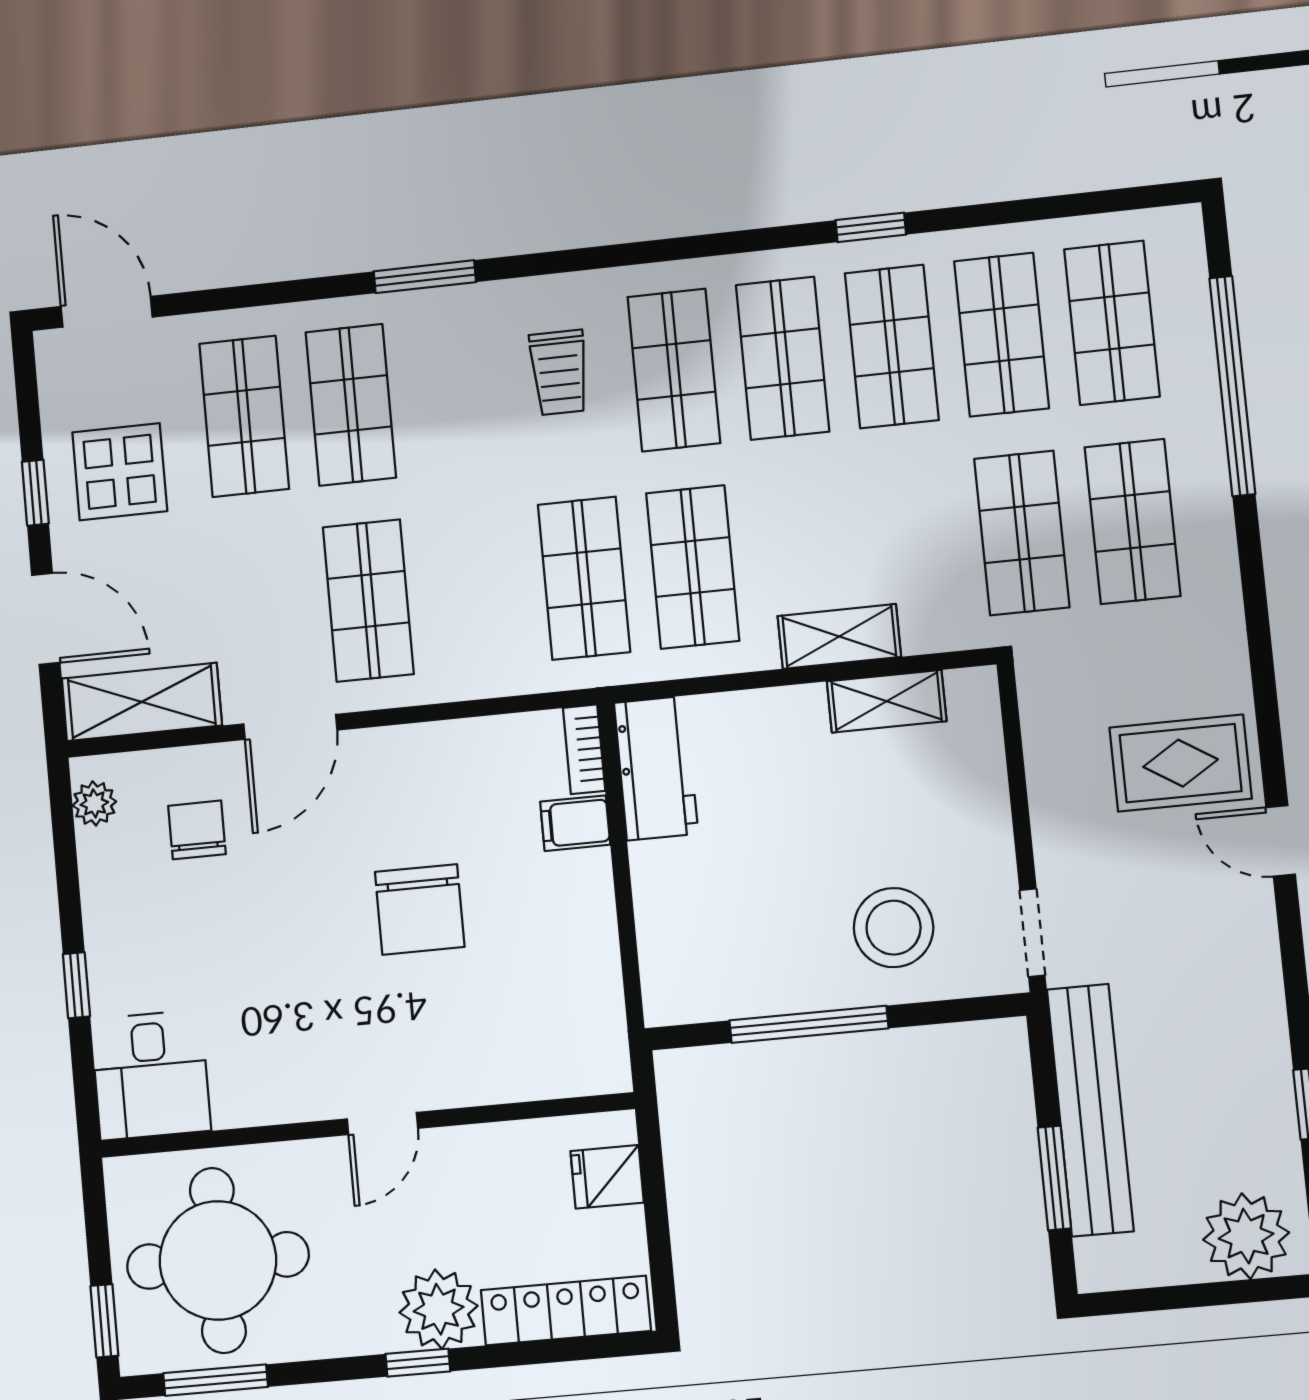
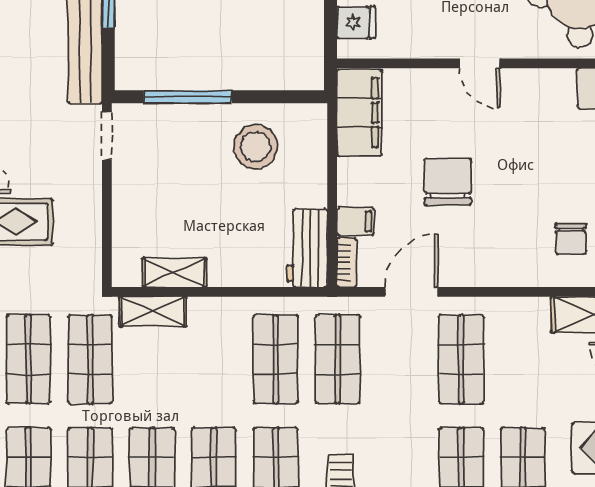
shelving: (839, 636) -> (153, 312), moved
door: (290, 727) -> (411, 292), moved
stool: (894, 928) -> (256, 147), moved
filing cabinet: (586, 1016) -> (359, 113), added
window: (809, 1024) -> (188, 97), moved
door: (383, 1124) -> (480, 63), swing flipped

